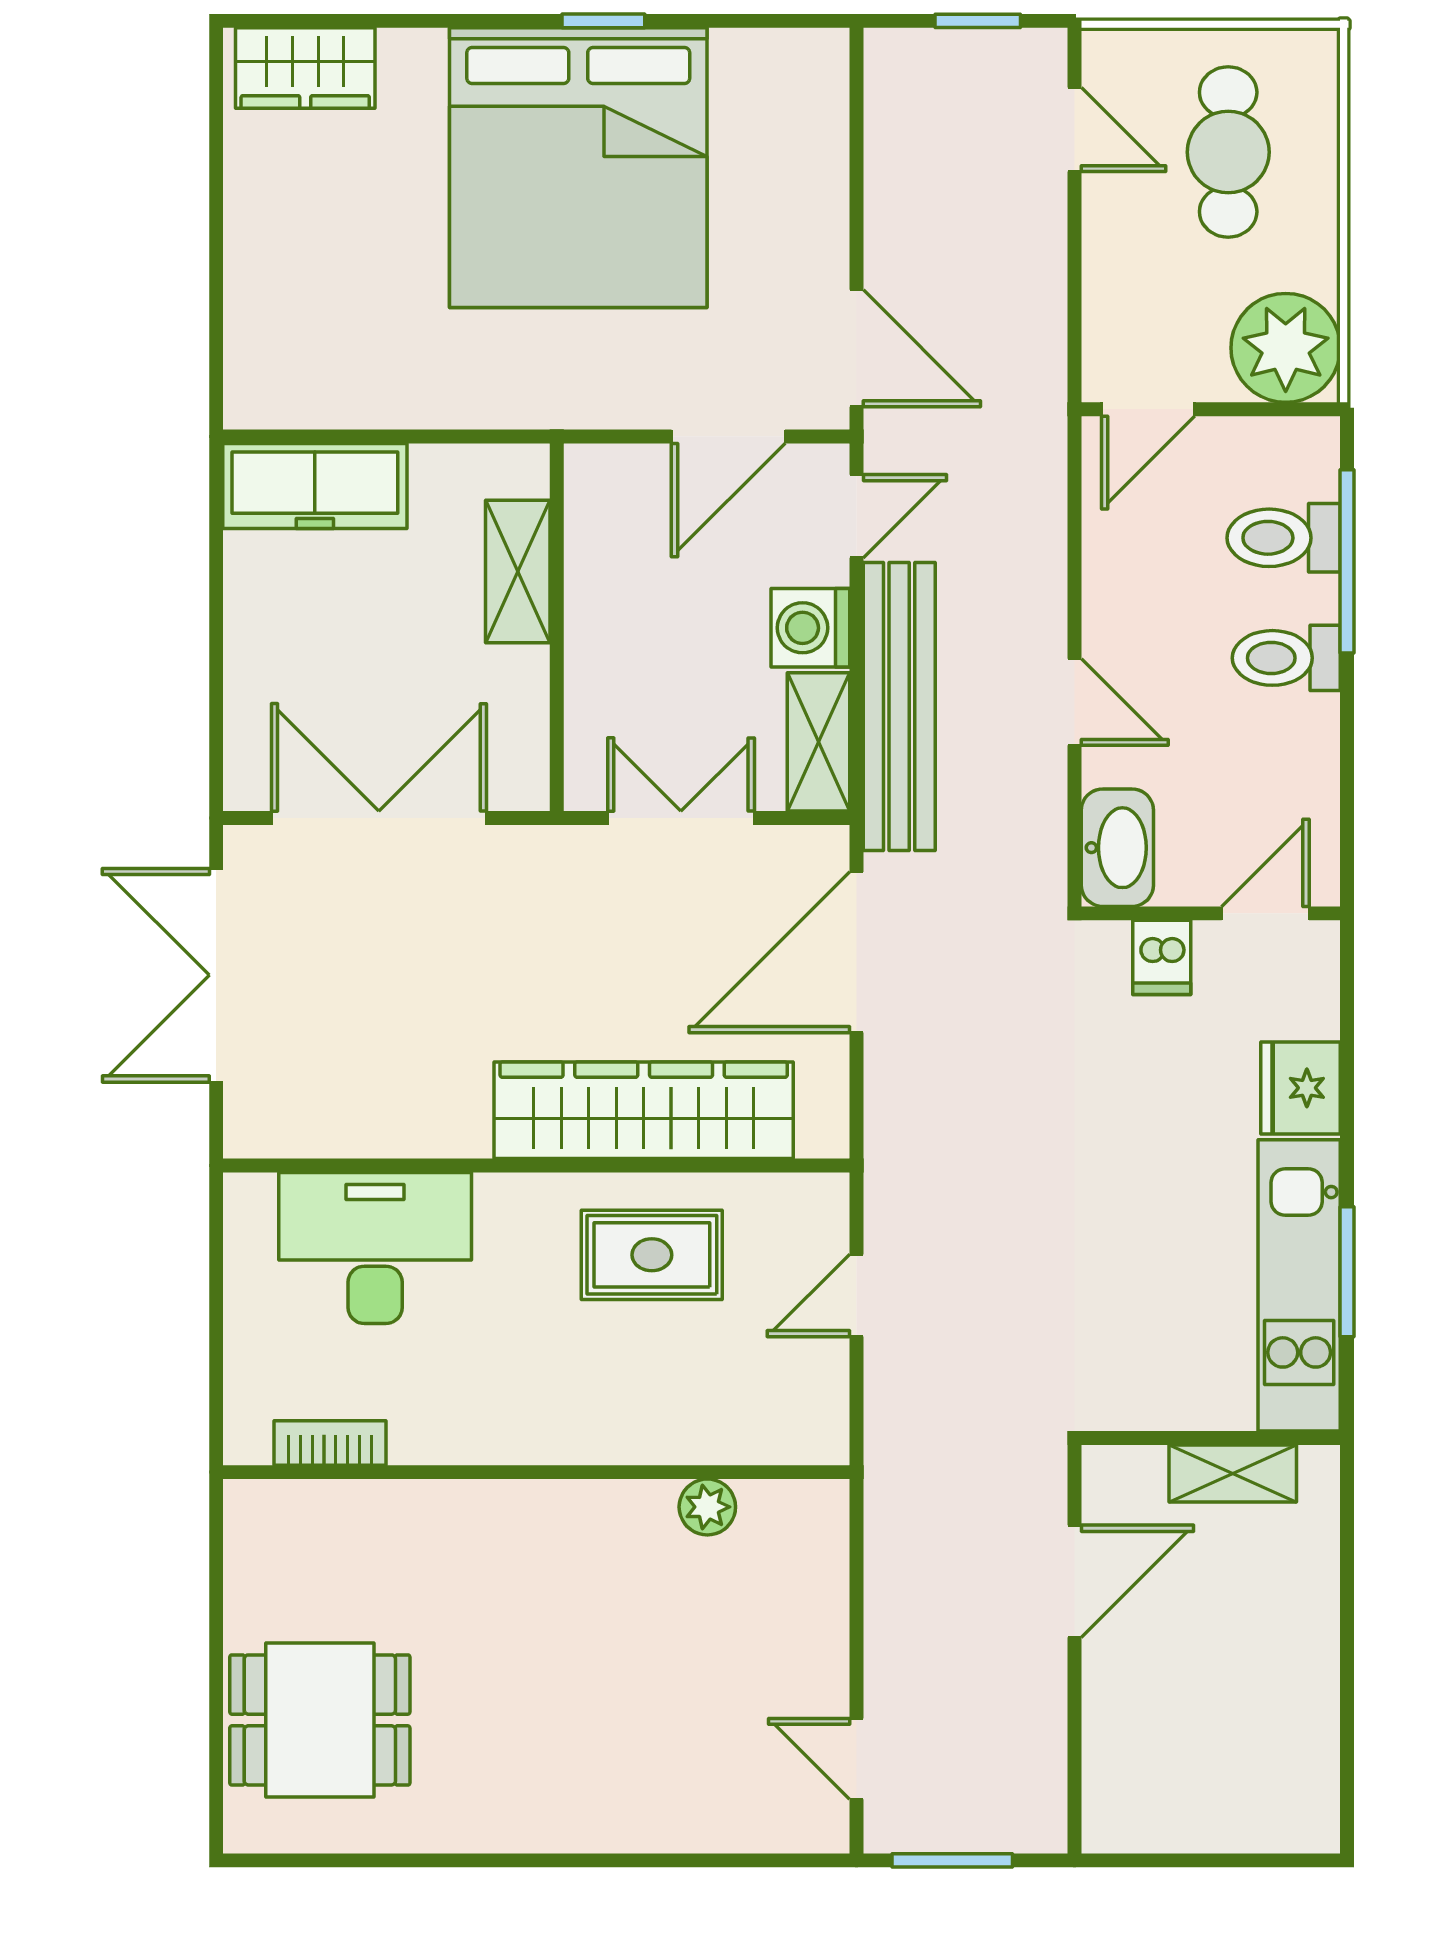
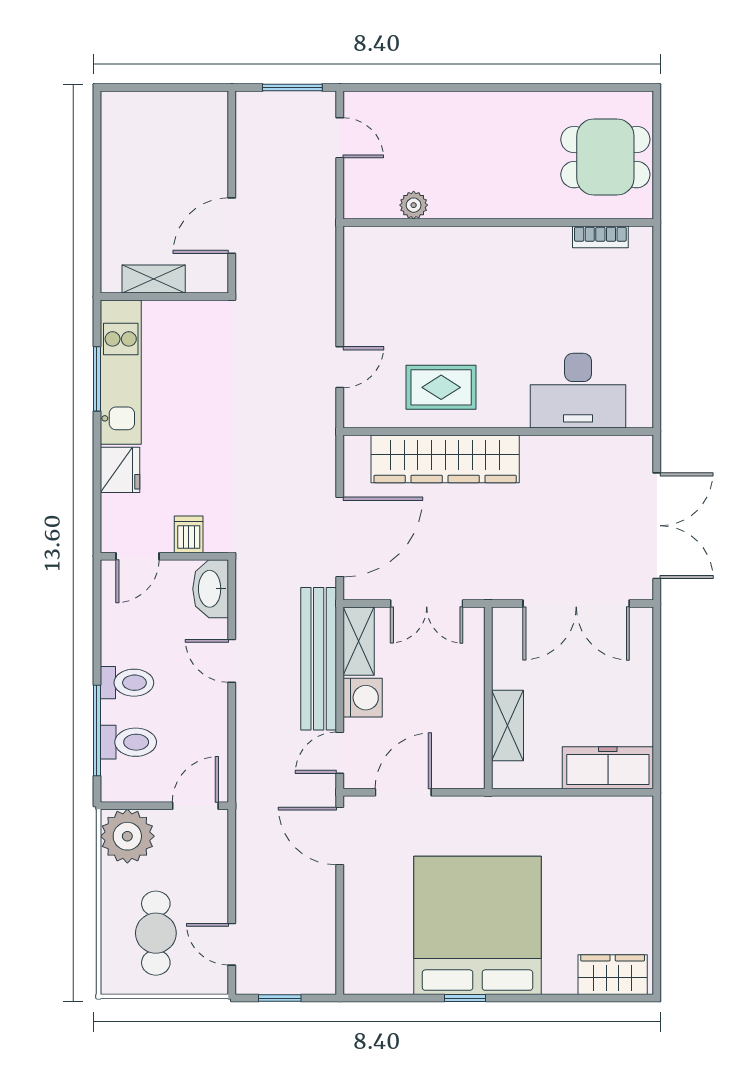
bookcase: (330, 1443) -> (600, 237), moved
wall: (536, 1472) -> (498, 222), moved
plant: (707, 1507) -> (414, 205), moved

